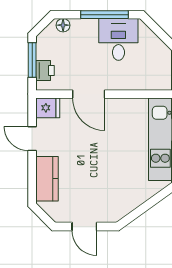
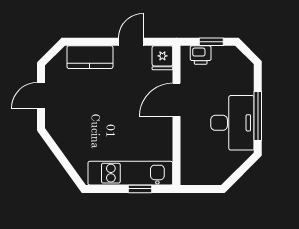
floor lamp: (63, 25) -> (247, 73), removed
desk: (118, 39) -> (232, 123), width x1.37
window: (32, 60) -> (211, 42), width x0.67

